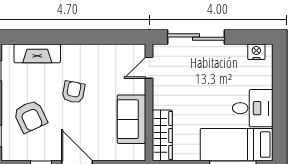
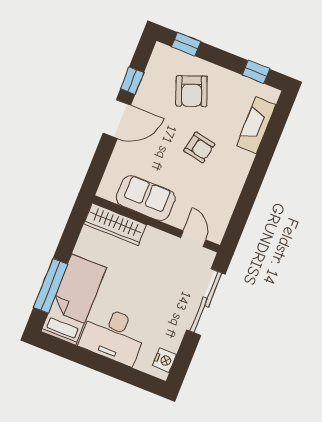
desk: (253, 108) -> (113, 335), width x1.37
armchair: (30, 116) -> (192, 91), turned -86

